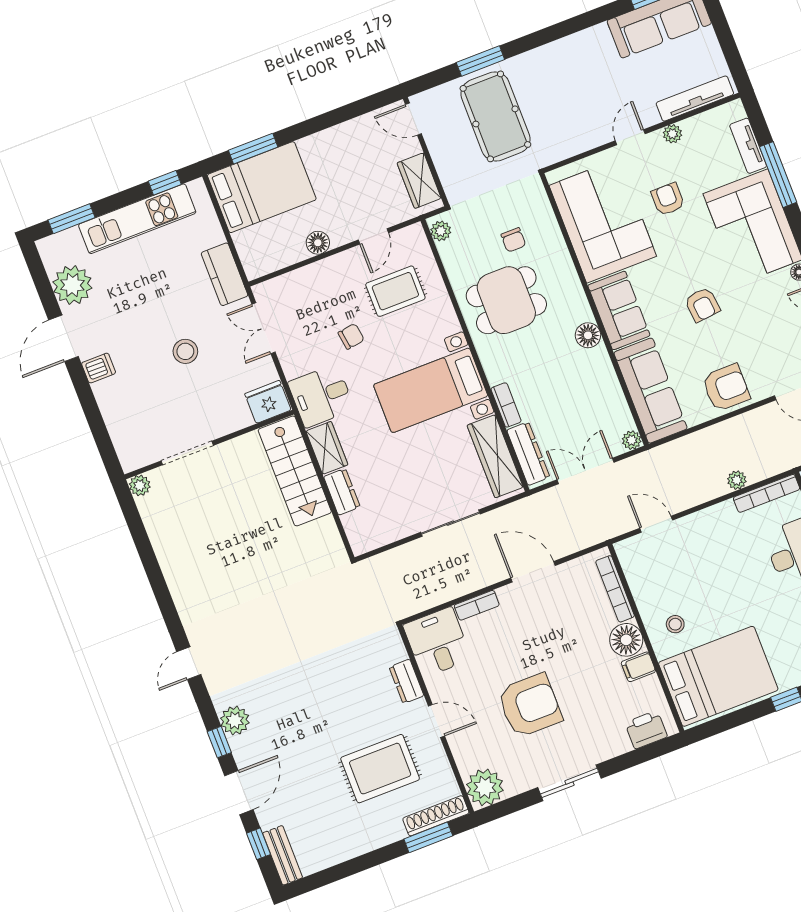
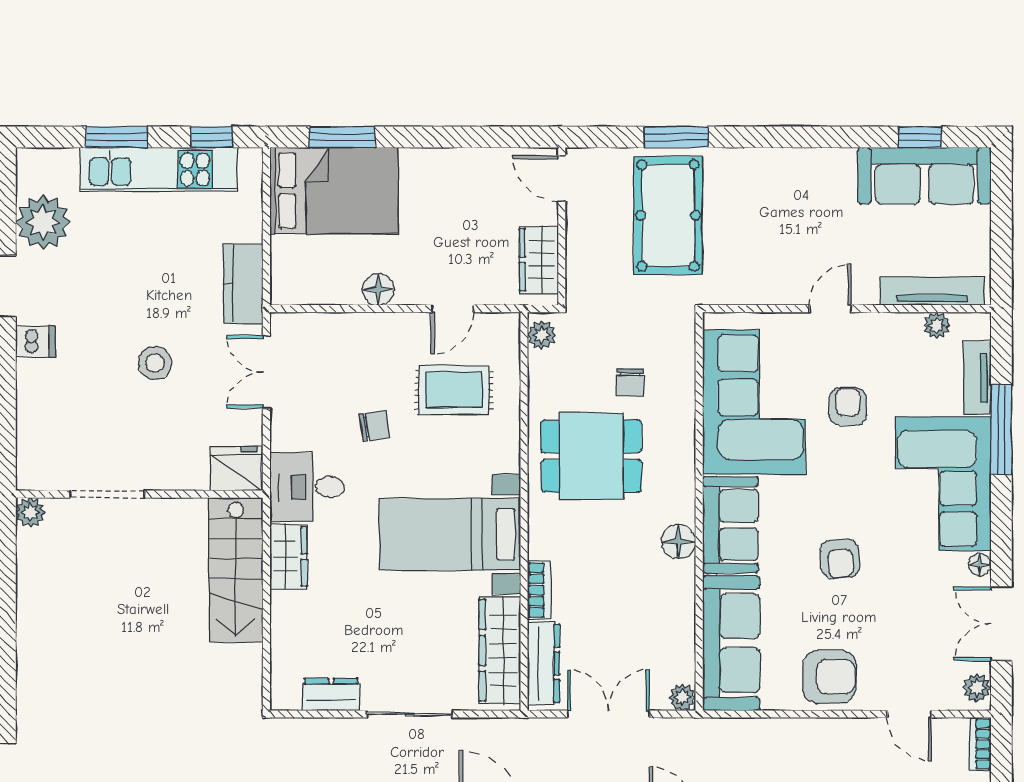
plant: (672, 134) -> (937, 325), moved
window: (72, 219) -> (117, 137), moved
dresser: (342, 492) -> (331, 694), moved, turned -90

